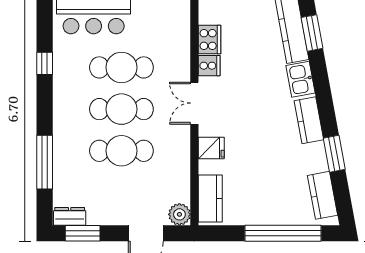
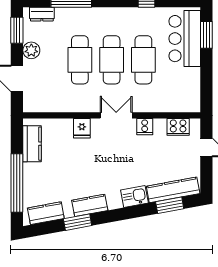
cooker: (209, 40) -> (178, 127), moved
kitchen counter: (309, 120) -> (90, 205), moved
kitchen counter: (210, 198) -> (32, 144), moved, turned -90
plant: (179, 214) -> (31, 50), moved
dresser: (70, 216) -> (42, 14), moved, turned 90

